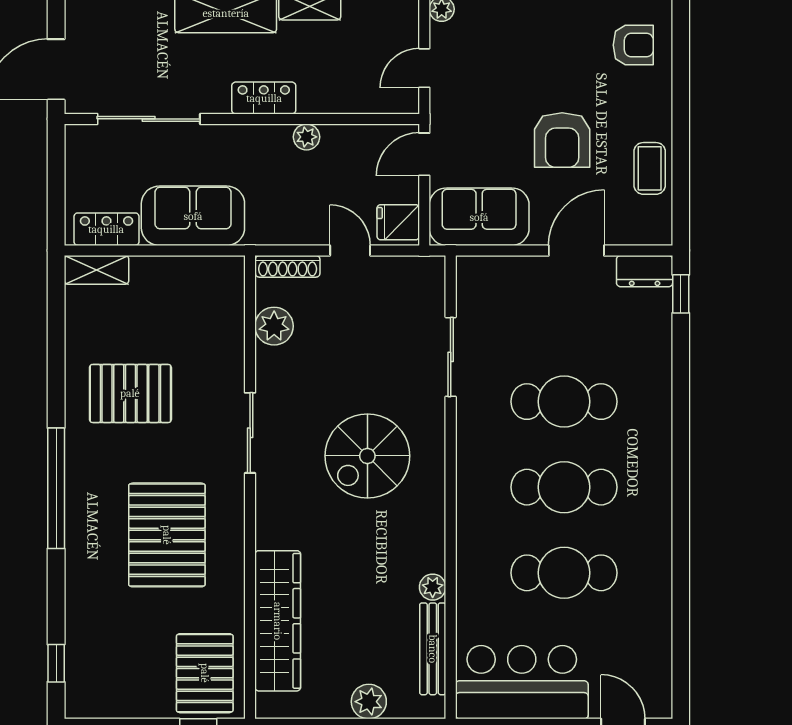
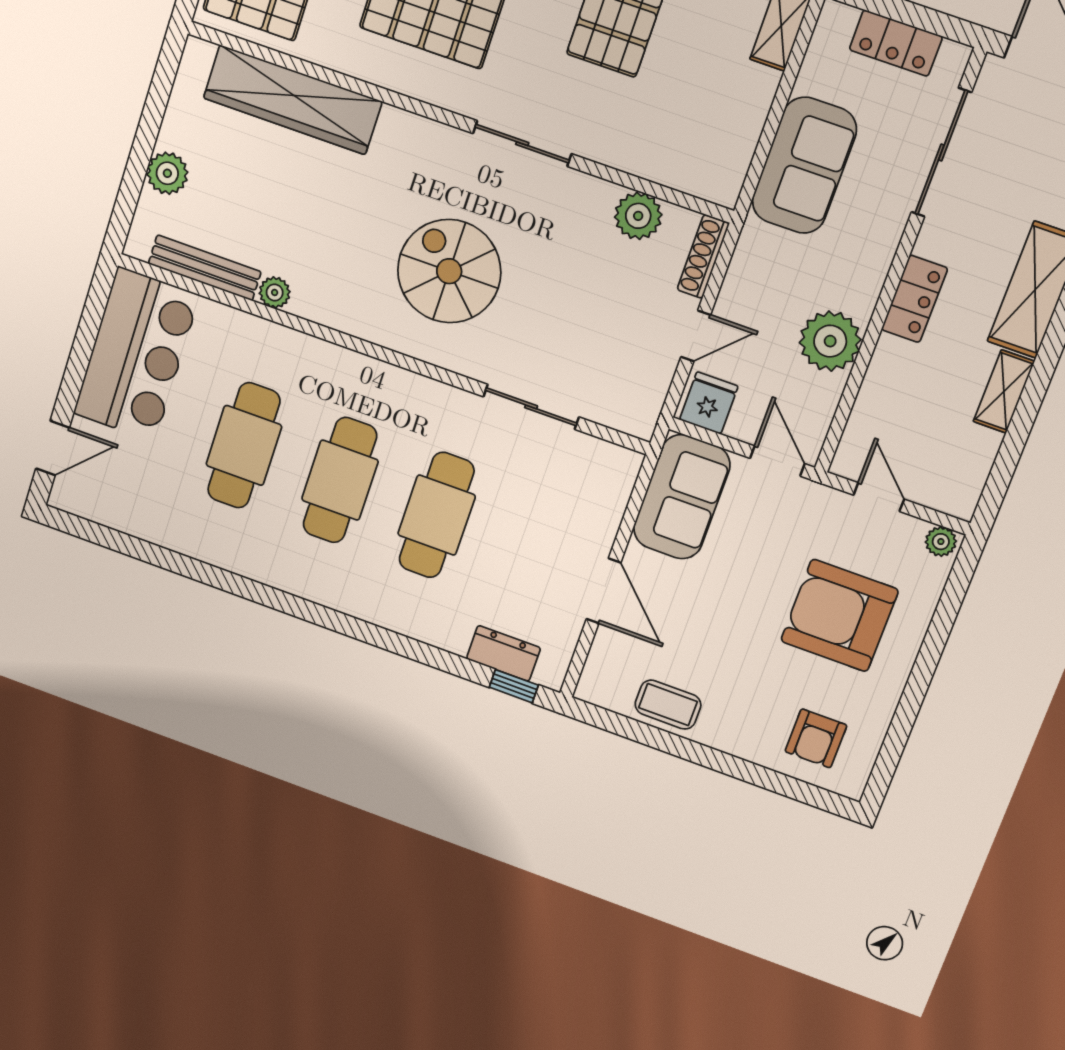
plant: (306, 137) -> (830, 341), width x1.88, depth x1.88
armchair: (562, 140) -> (839, 615), moved, width x1.36, depth x1.36
locker: (106, 229) -> (896, 43), moved, turned 90
dresser: (645, 271) -> (503, 653), moved, turned 90

